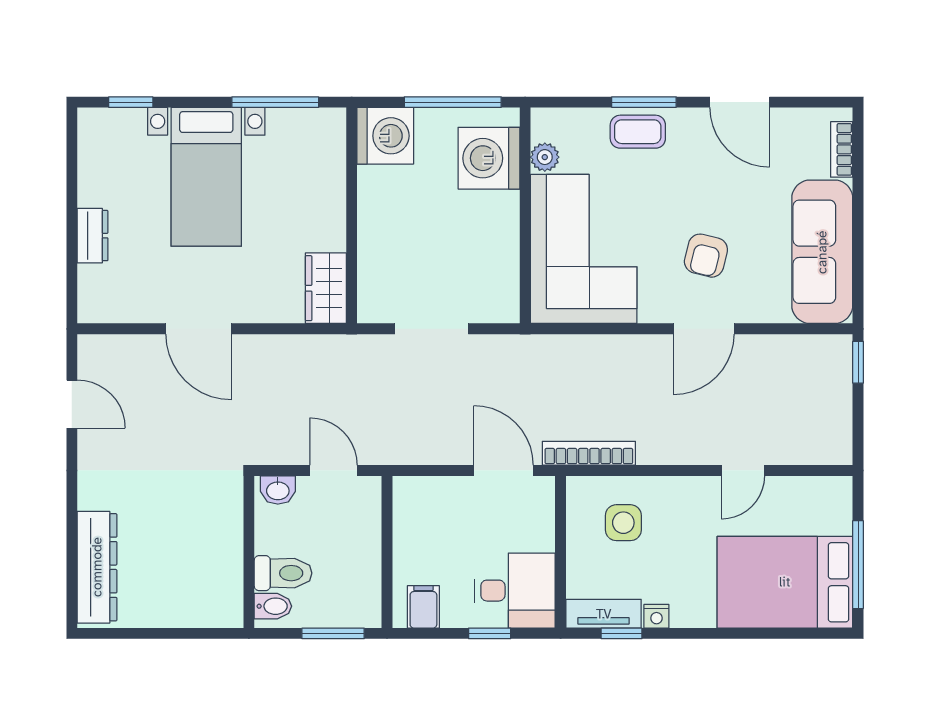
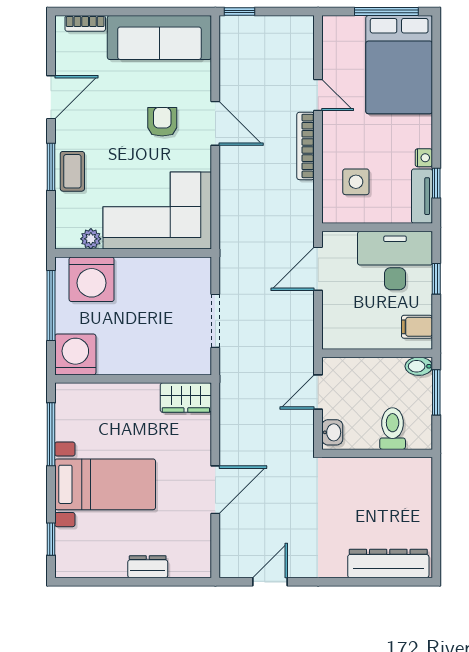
armchair: (706, 256) -> (162, 122), turned -104
bookcase: (589, 453) -> (306, 146), moved
desk: (515, 591) -> (395, 261), width x1.37
bidet: (273, 606) -> (419, 366), moved, turned -90

